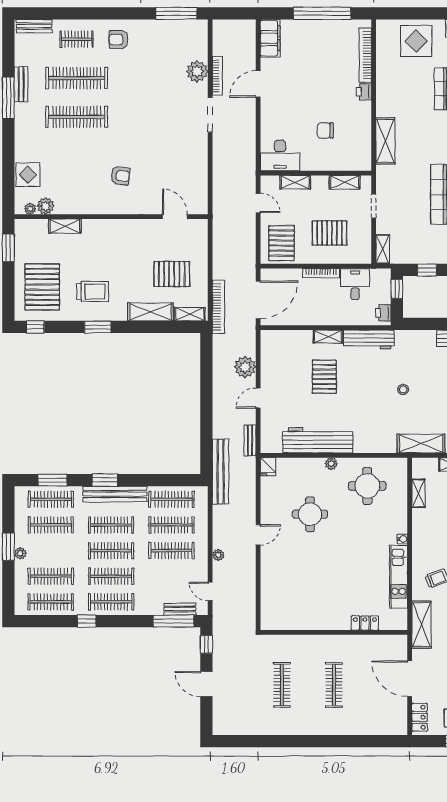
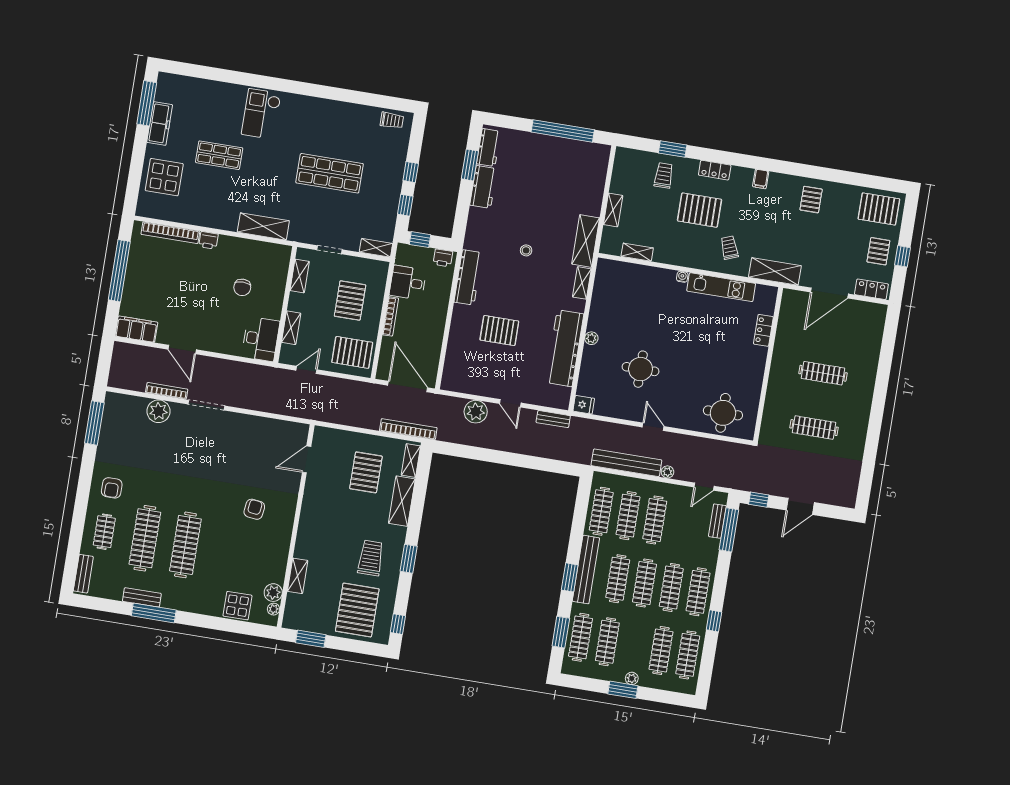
pallet: (42, 287) -> (357, 610), turned 90
shelving: (328, 337) -> (582, 283), moved
bench: (221, 472) -> (626, 463), moved
round table: (367, 486) -> (723, 413), moved

